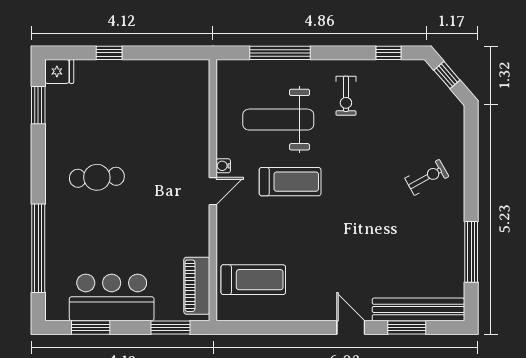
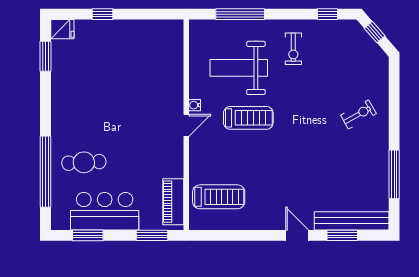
cafe table: (97, 177) -> (84, 162), moved

